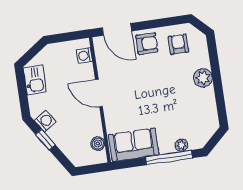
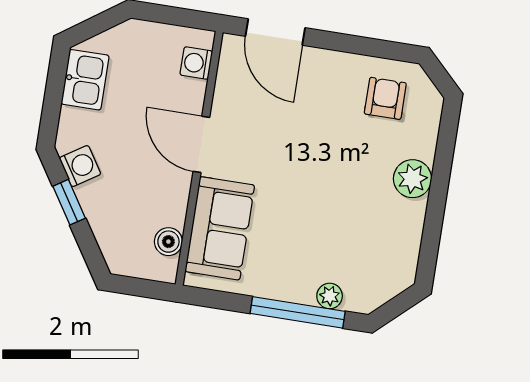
armchair: (147, 44) -> (324, 78), removed
sofa: (134, 145) -> (220, 228), moved, turned 90

